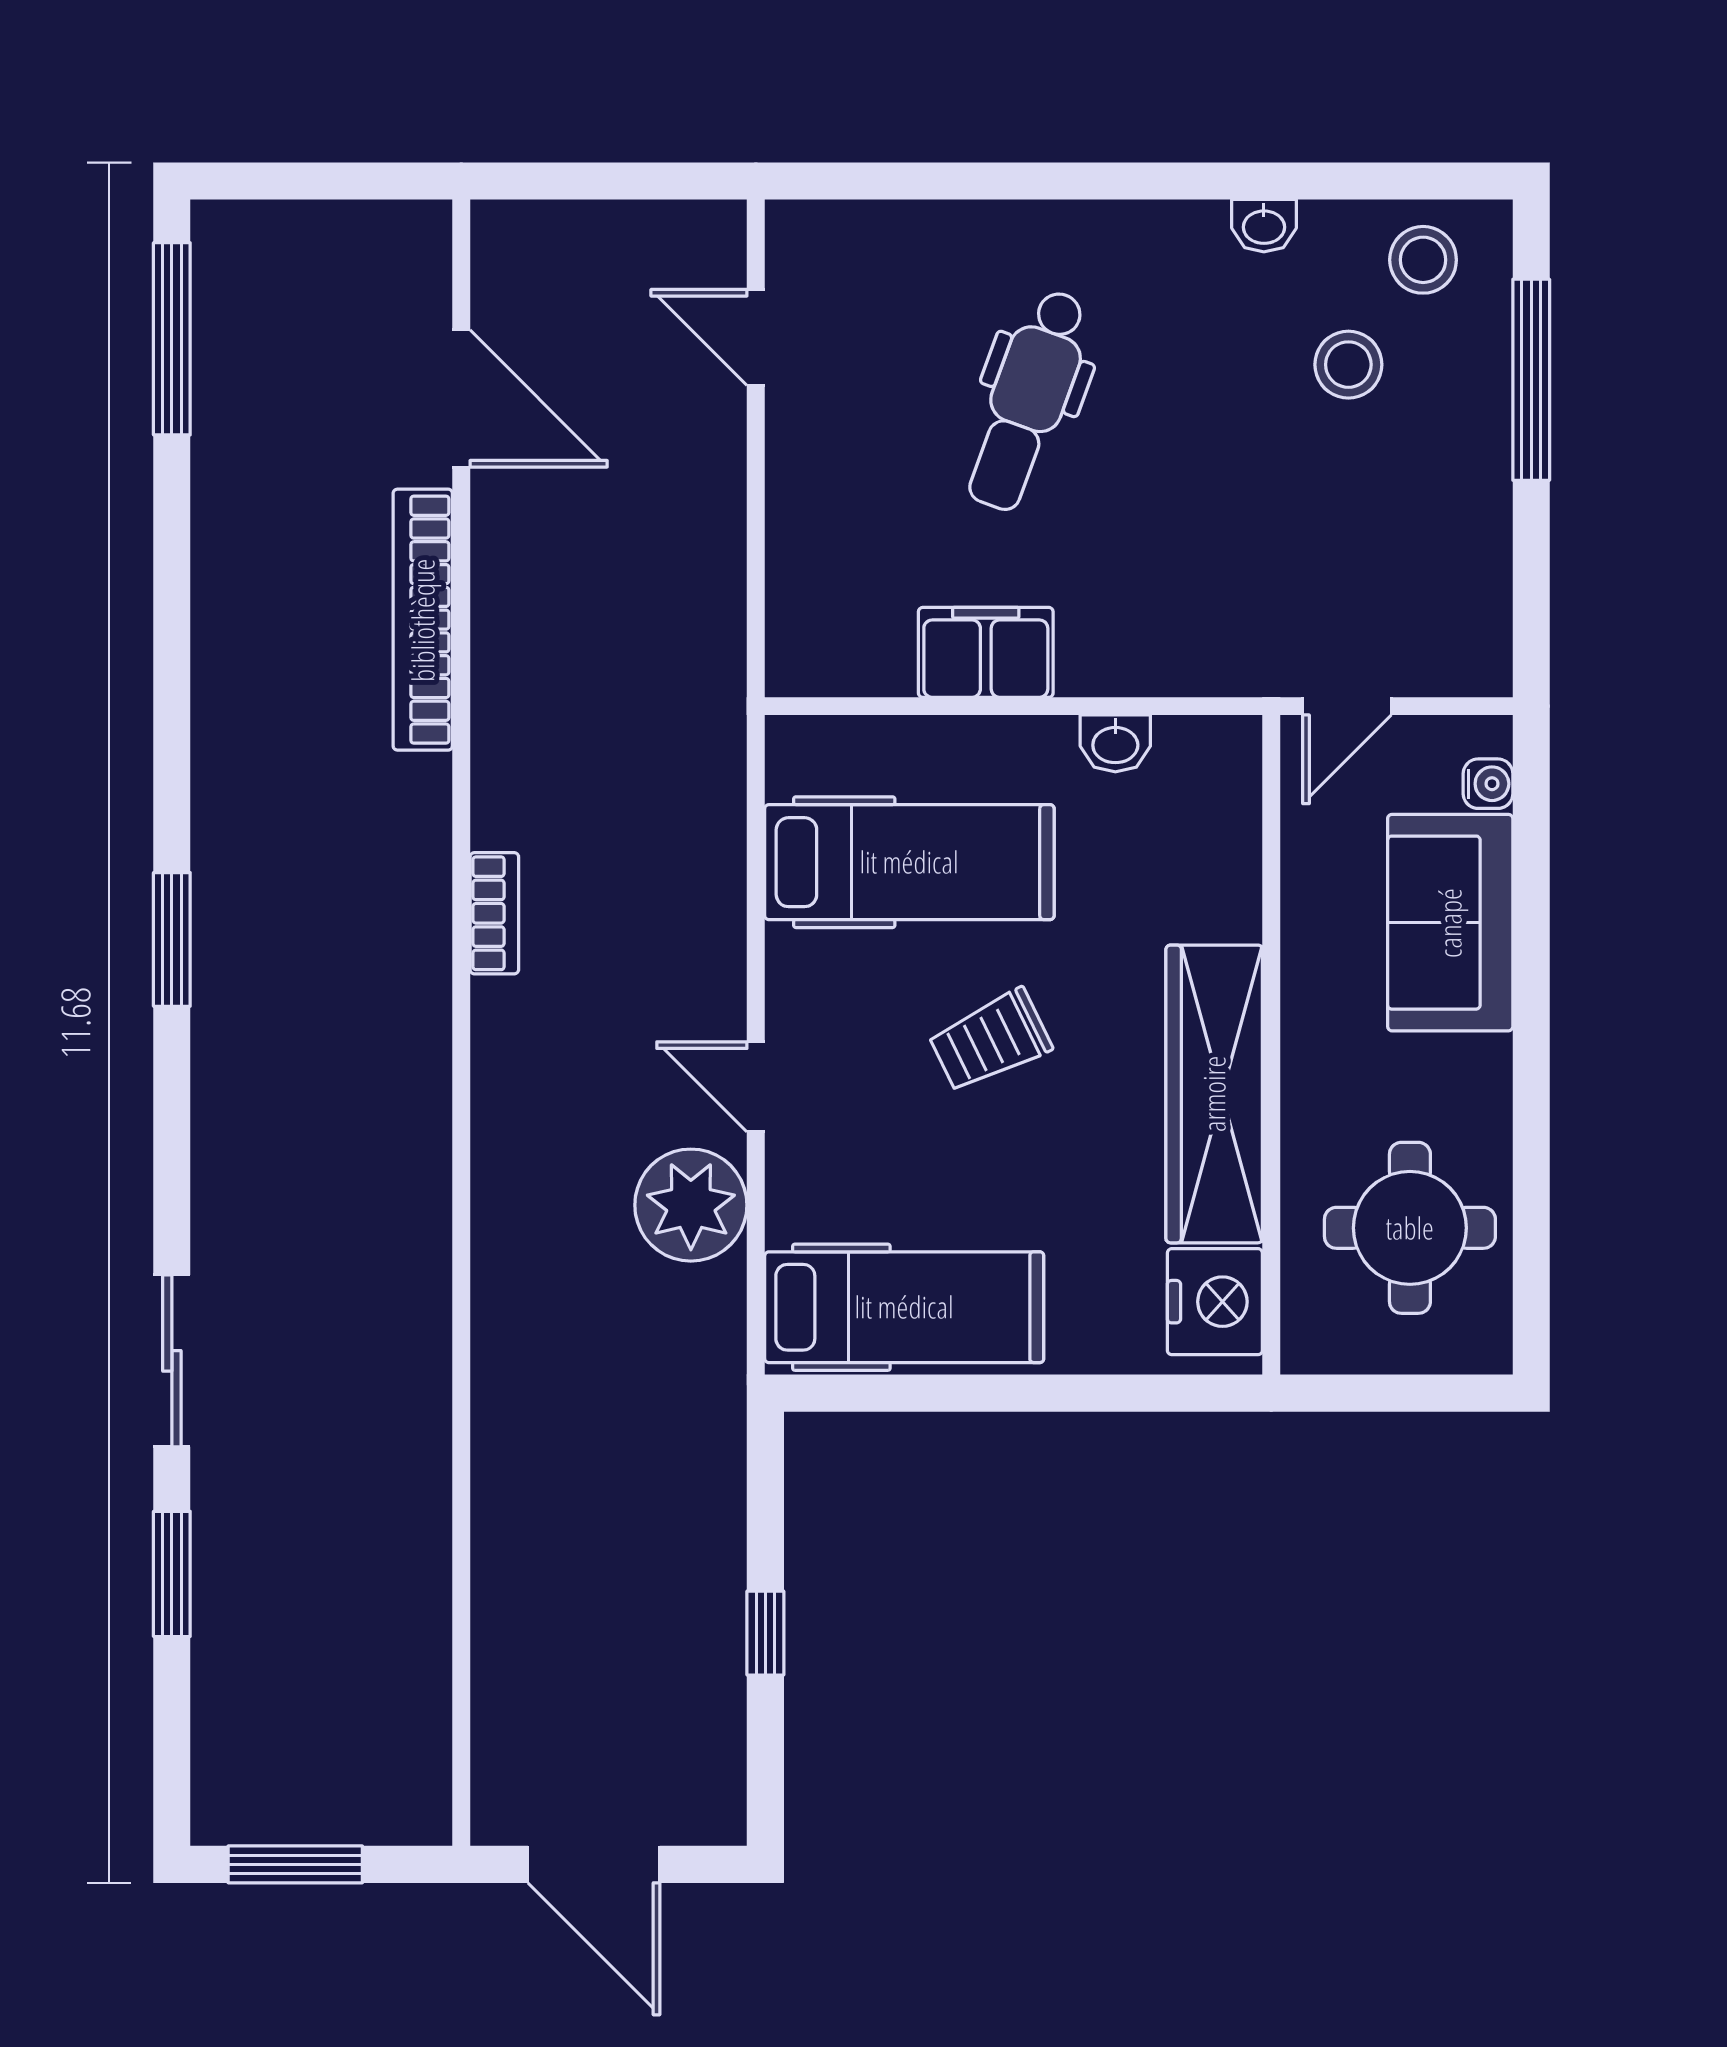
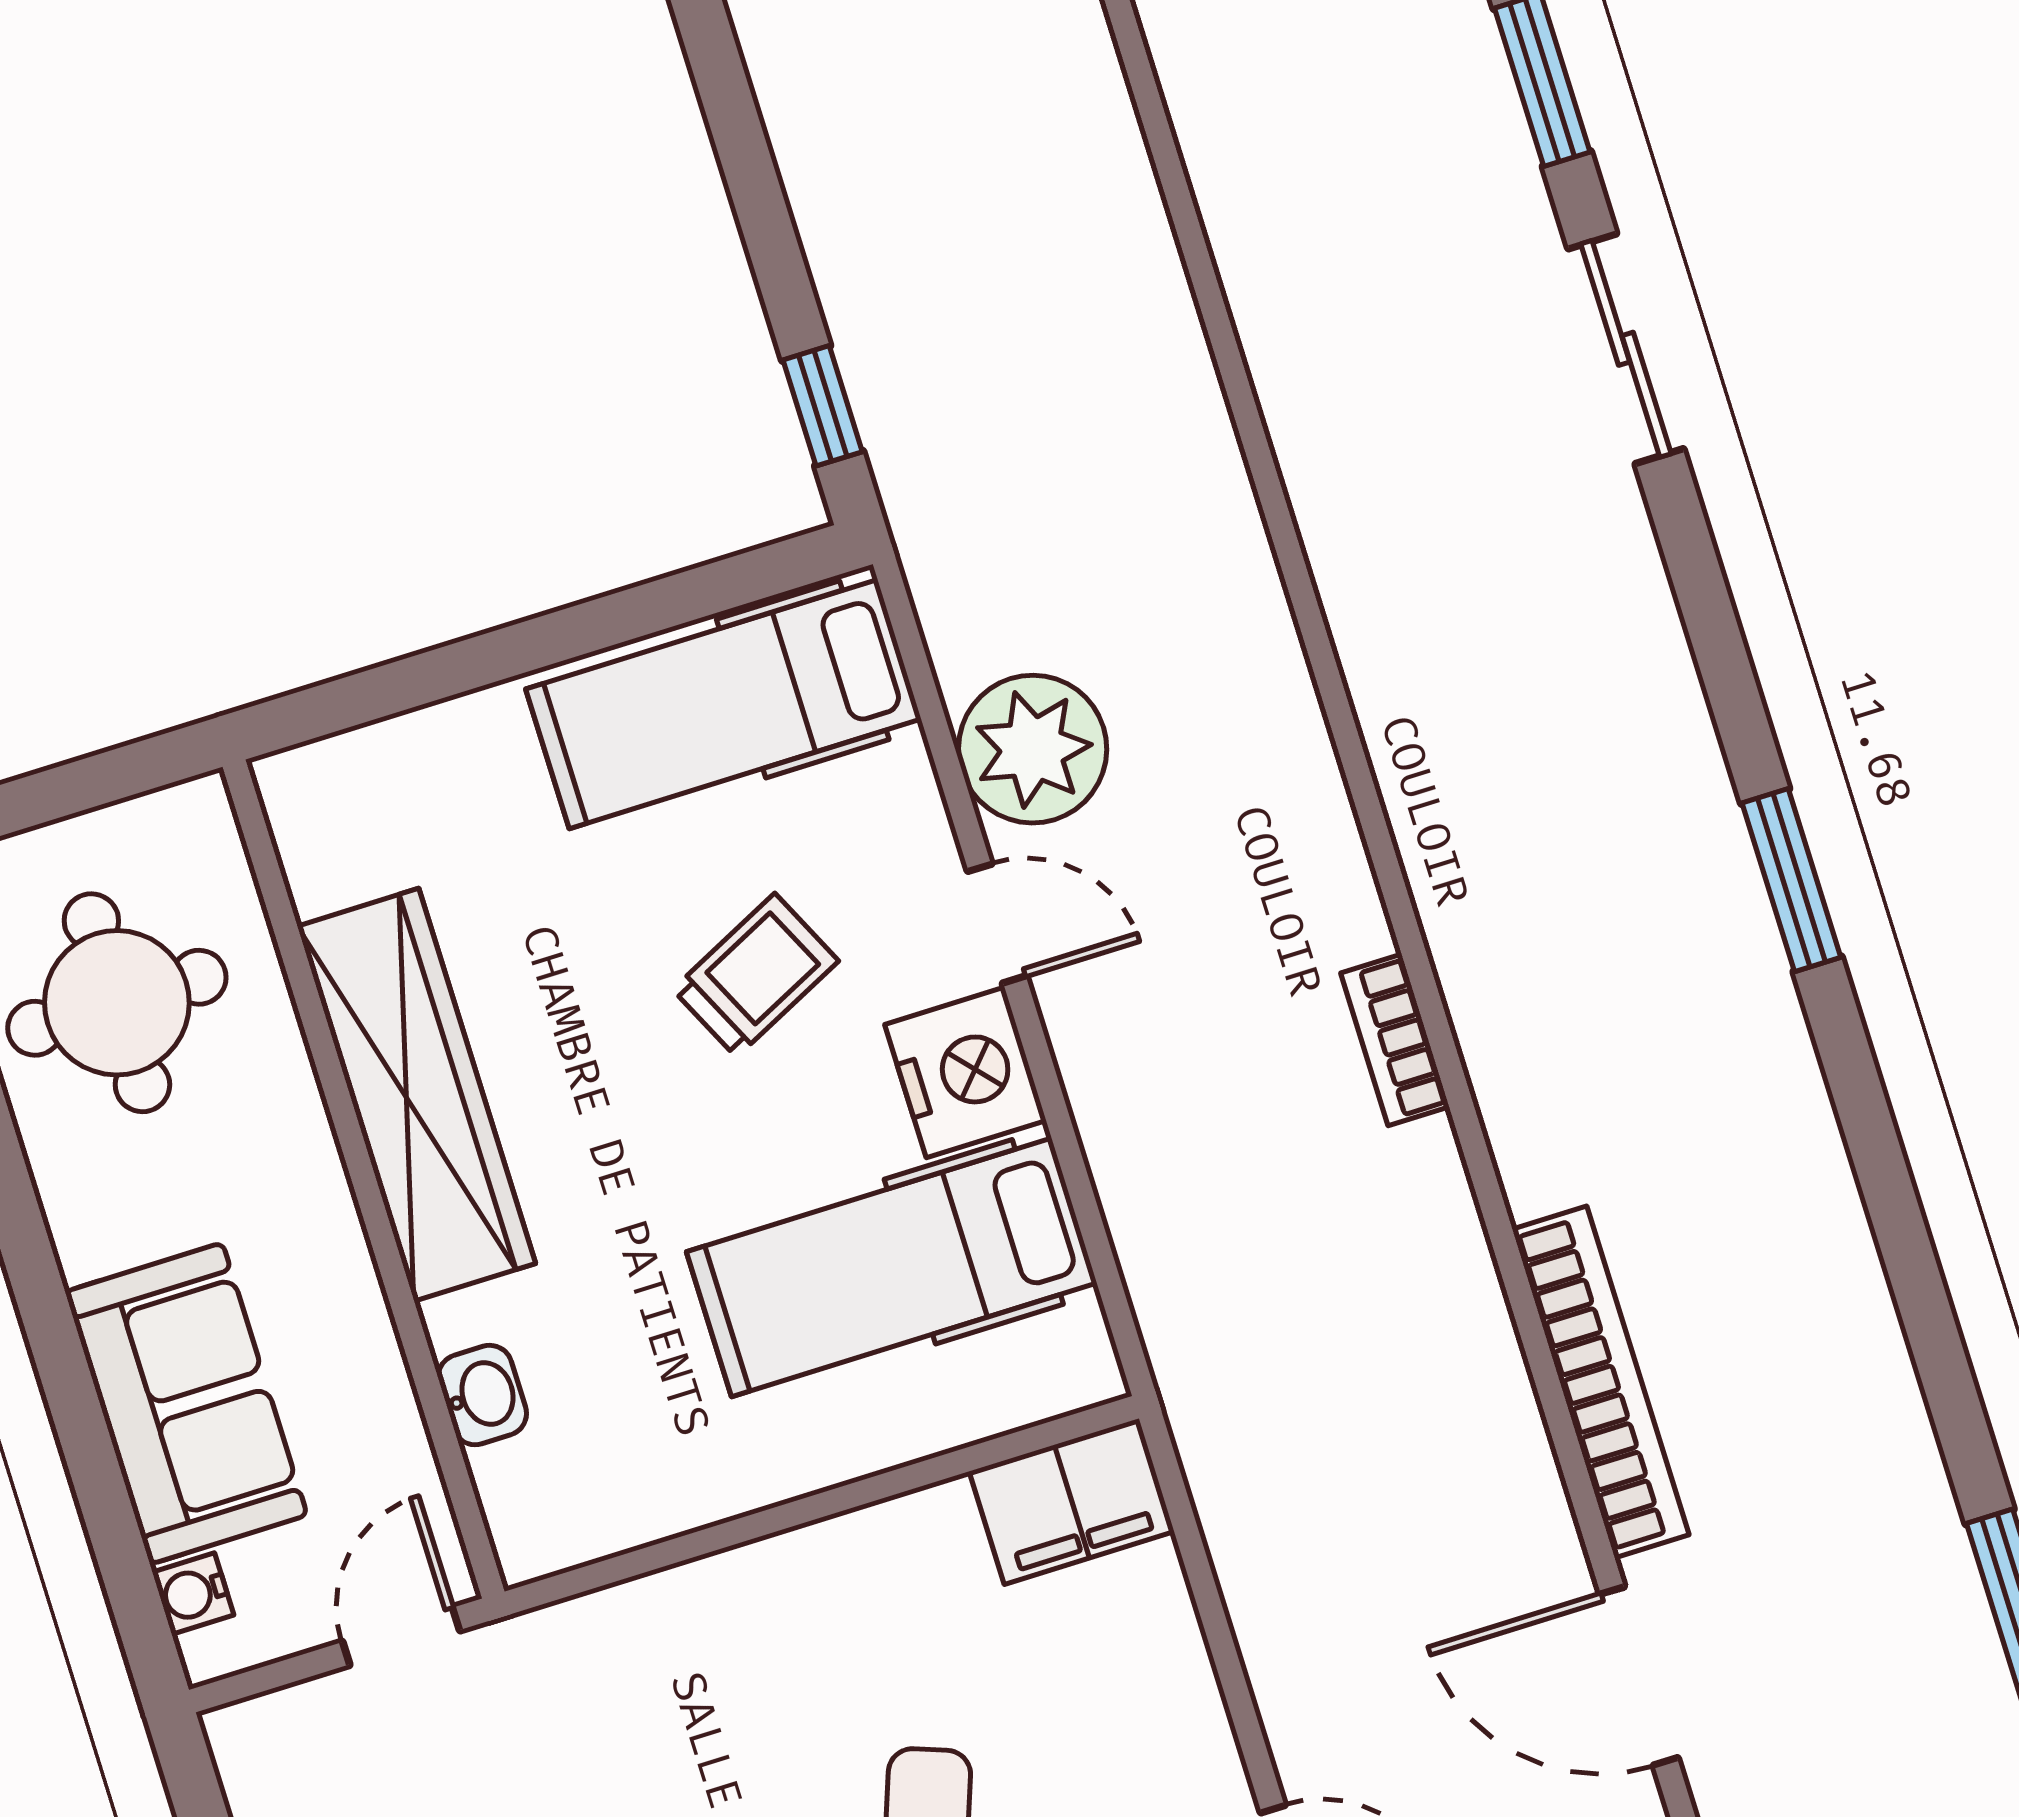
filing cabinet: (986, 652) -> (1072, 1502), moved
washbasin: (1115, 743) -> (482, 1395), moved, turned 90
trolley: (990, 1041) -> (755, 975), moved
nightstand: (1215, 1302) -> (965, 1072), moved, turned 180
window: (765, 1633) -> (823, 406), moved

